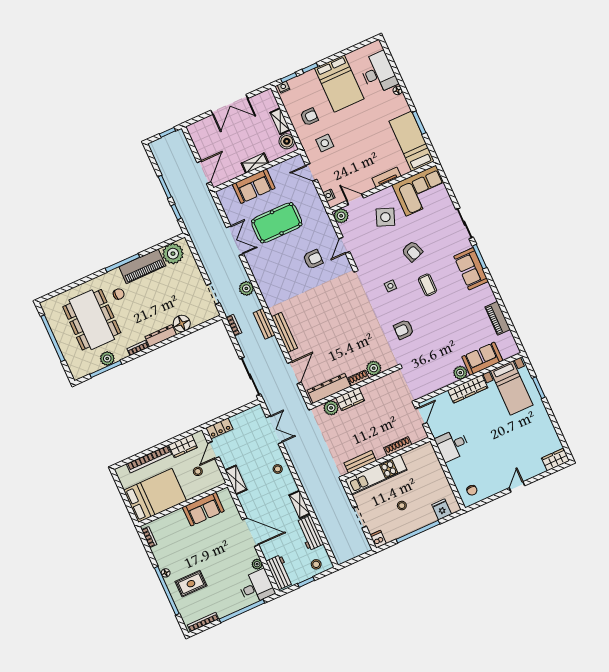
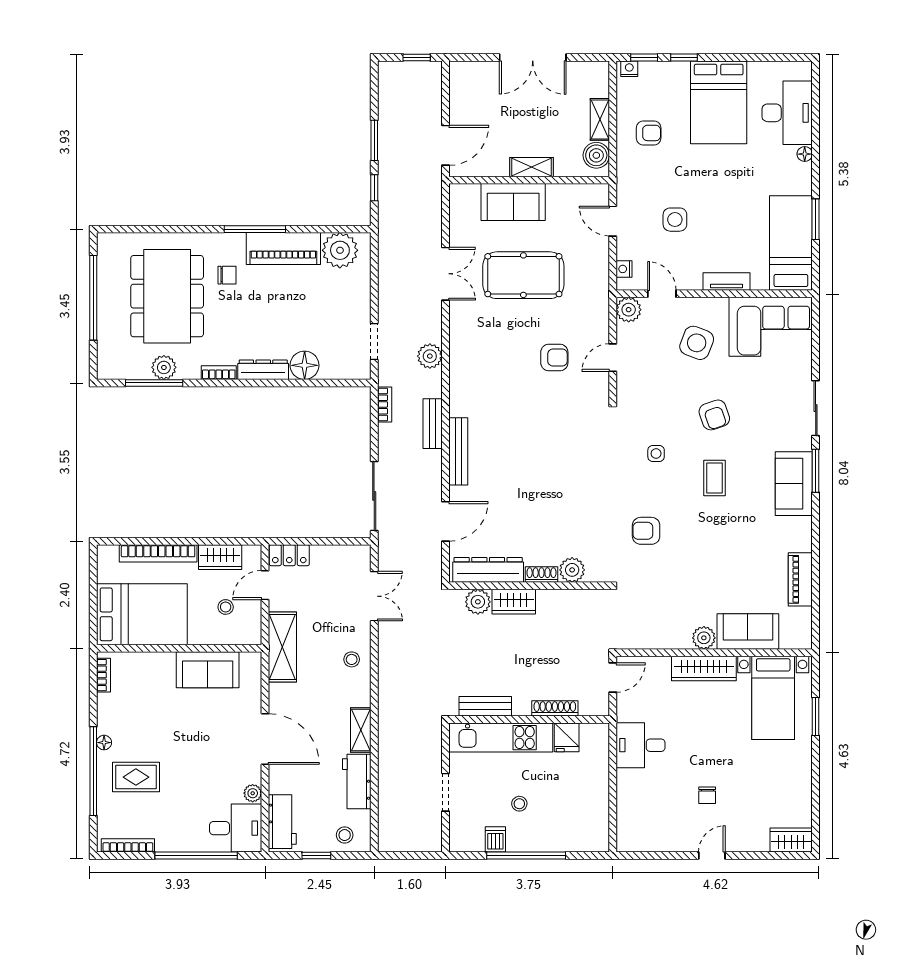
side table: (325, 143) -> (675, 220), moved
shelving: (236, 480) -> (282, 647), width x1.50, depth x1.33
chair: (472, 490) -> (707, 795), moved
fridge: (442, 509) -> (567, 737), moved, turned 180
dishwasher: (378, 539) -> (495, 839), moved

